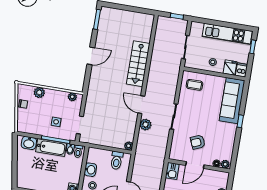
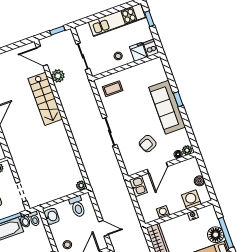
sofa: (232, 101) -> (167, 107), moved
door: (141, 105) -> (42, 56), moved
plant: (146, 125) -> (58, 76), moved
washbasin: (90, 170) -> (52, 216), moved

